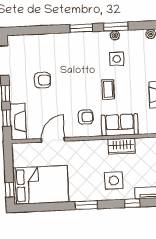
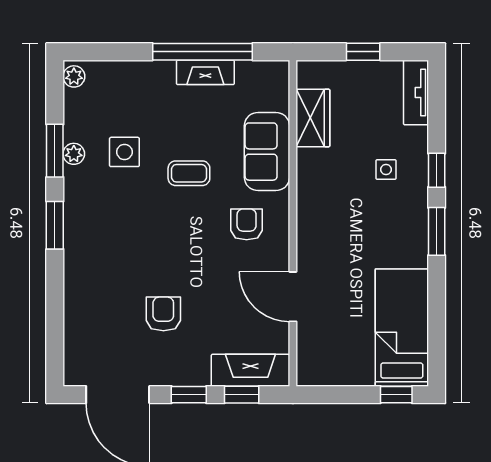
wardrobe: (122, 146) -> (313, 118), moved
side table: (114, 180) -> (386, 169), width x0.54, depth x0.54
bed: (41, 185) -> (402, 328), width x0.67
window: (132, 203) -> (437, 170), moved

